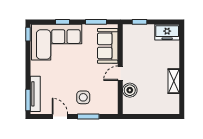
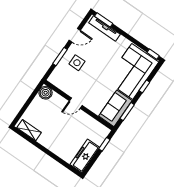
freezer: (167, 32) -> (85, 156), width x1.40
sofa: (108, 46) -> (115, 108), moved, turned -90
door: (120, 73) -> (76, 103), swing flipped
shelving: (174, 81) -> (29, 130), moved
boiler: (130, 90) -> (46, 93), moved

